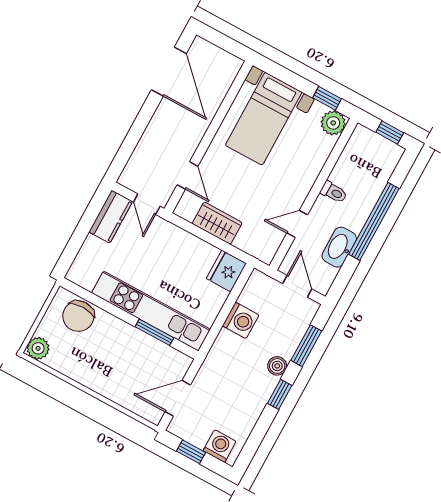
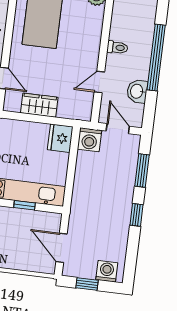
washbasin: (339, 247) -> (137, 91), width x0.72
washing machine: (241, 320) -> (89, 140), moved, turned 90
window: (154, 332) -> (24, 205), width x0.67
boiler: (277, 366) -> (126, 194), removed
door: (178, 398) -> (61, 248), hinge flipped

